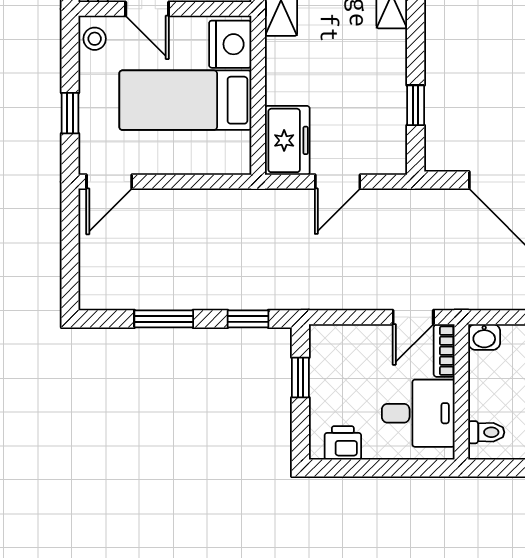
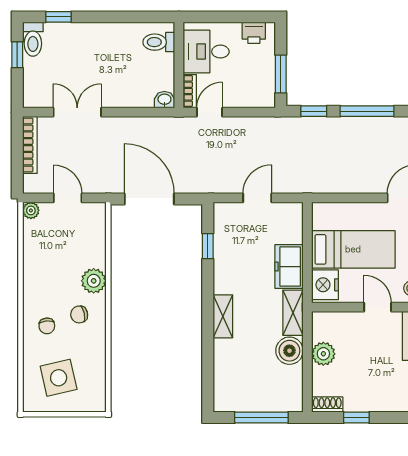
freezer: (287, 140) -> (289, 267), moved
window: (164, 319) -> (367, 111), width x1.44
window: (300, 377) -> (281, 74), width x1.50
toilet: (486, 432) -> (159, 42), width x1.37, depth x1.39

